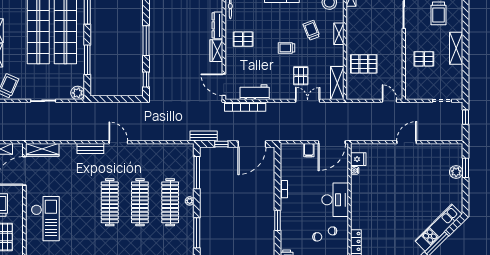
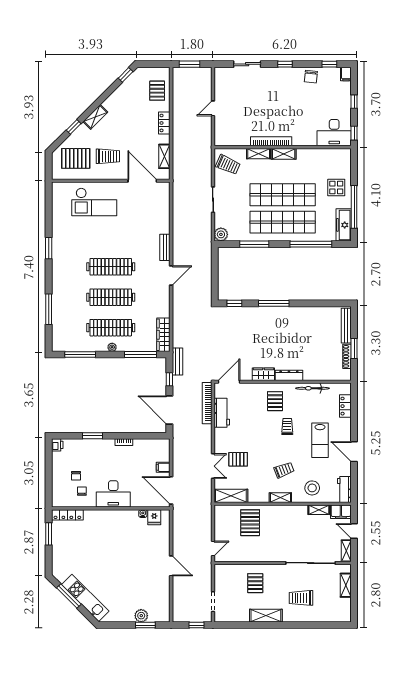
trolley: (286, 48) -> (287, 426), moved
wardrobe: (42, 150) -> (163, 335), moved

